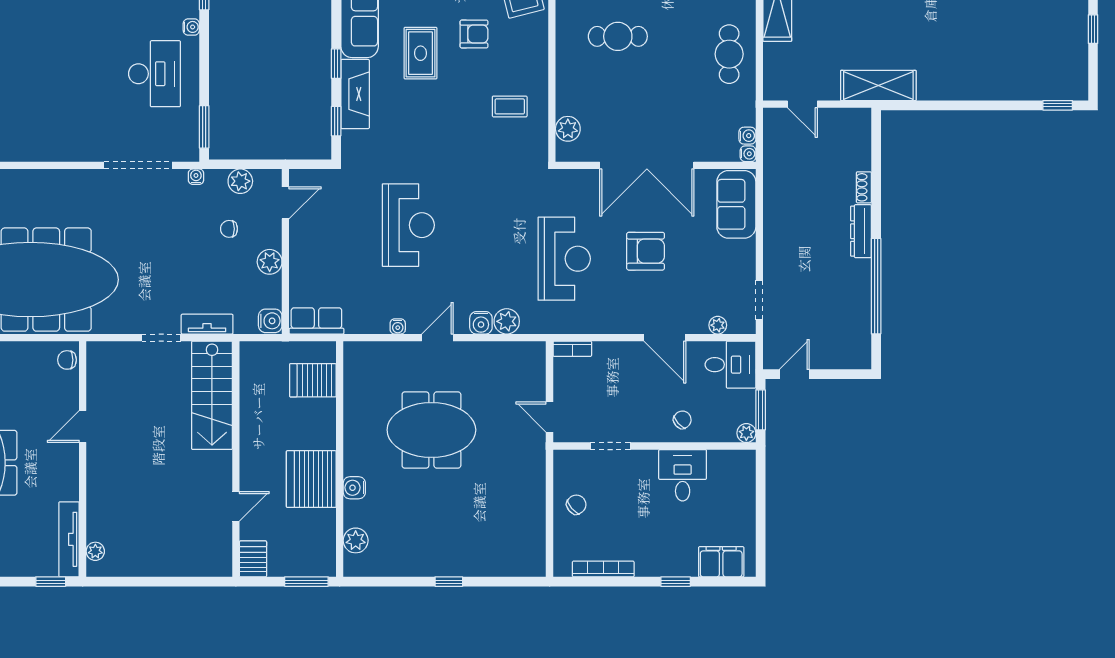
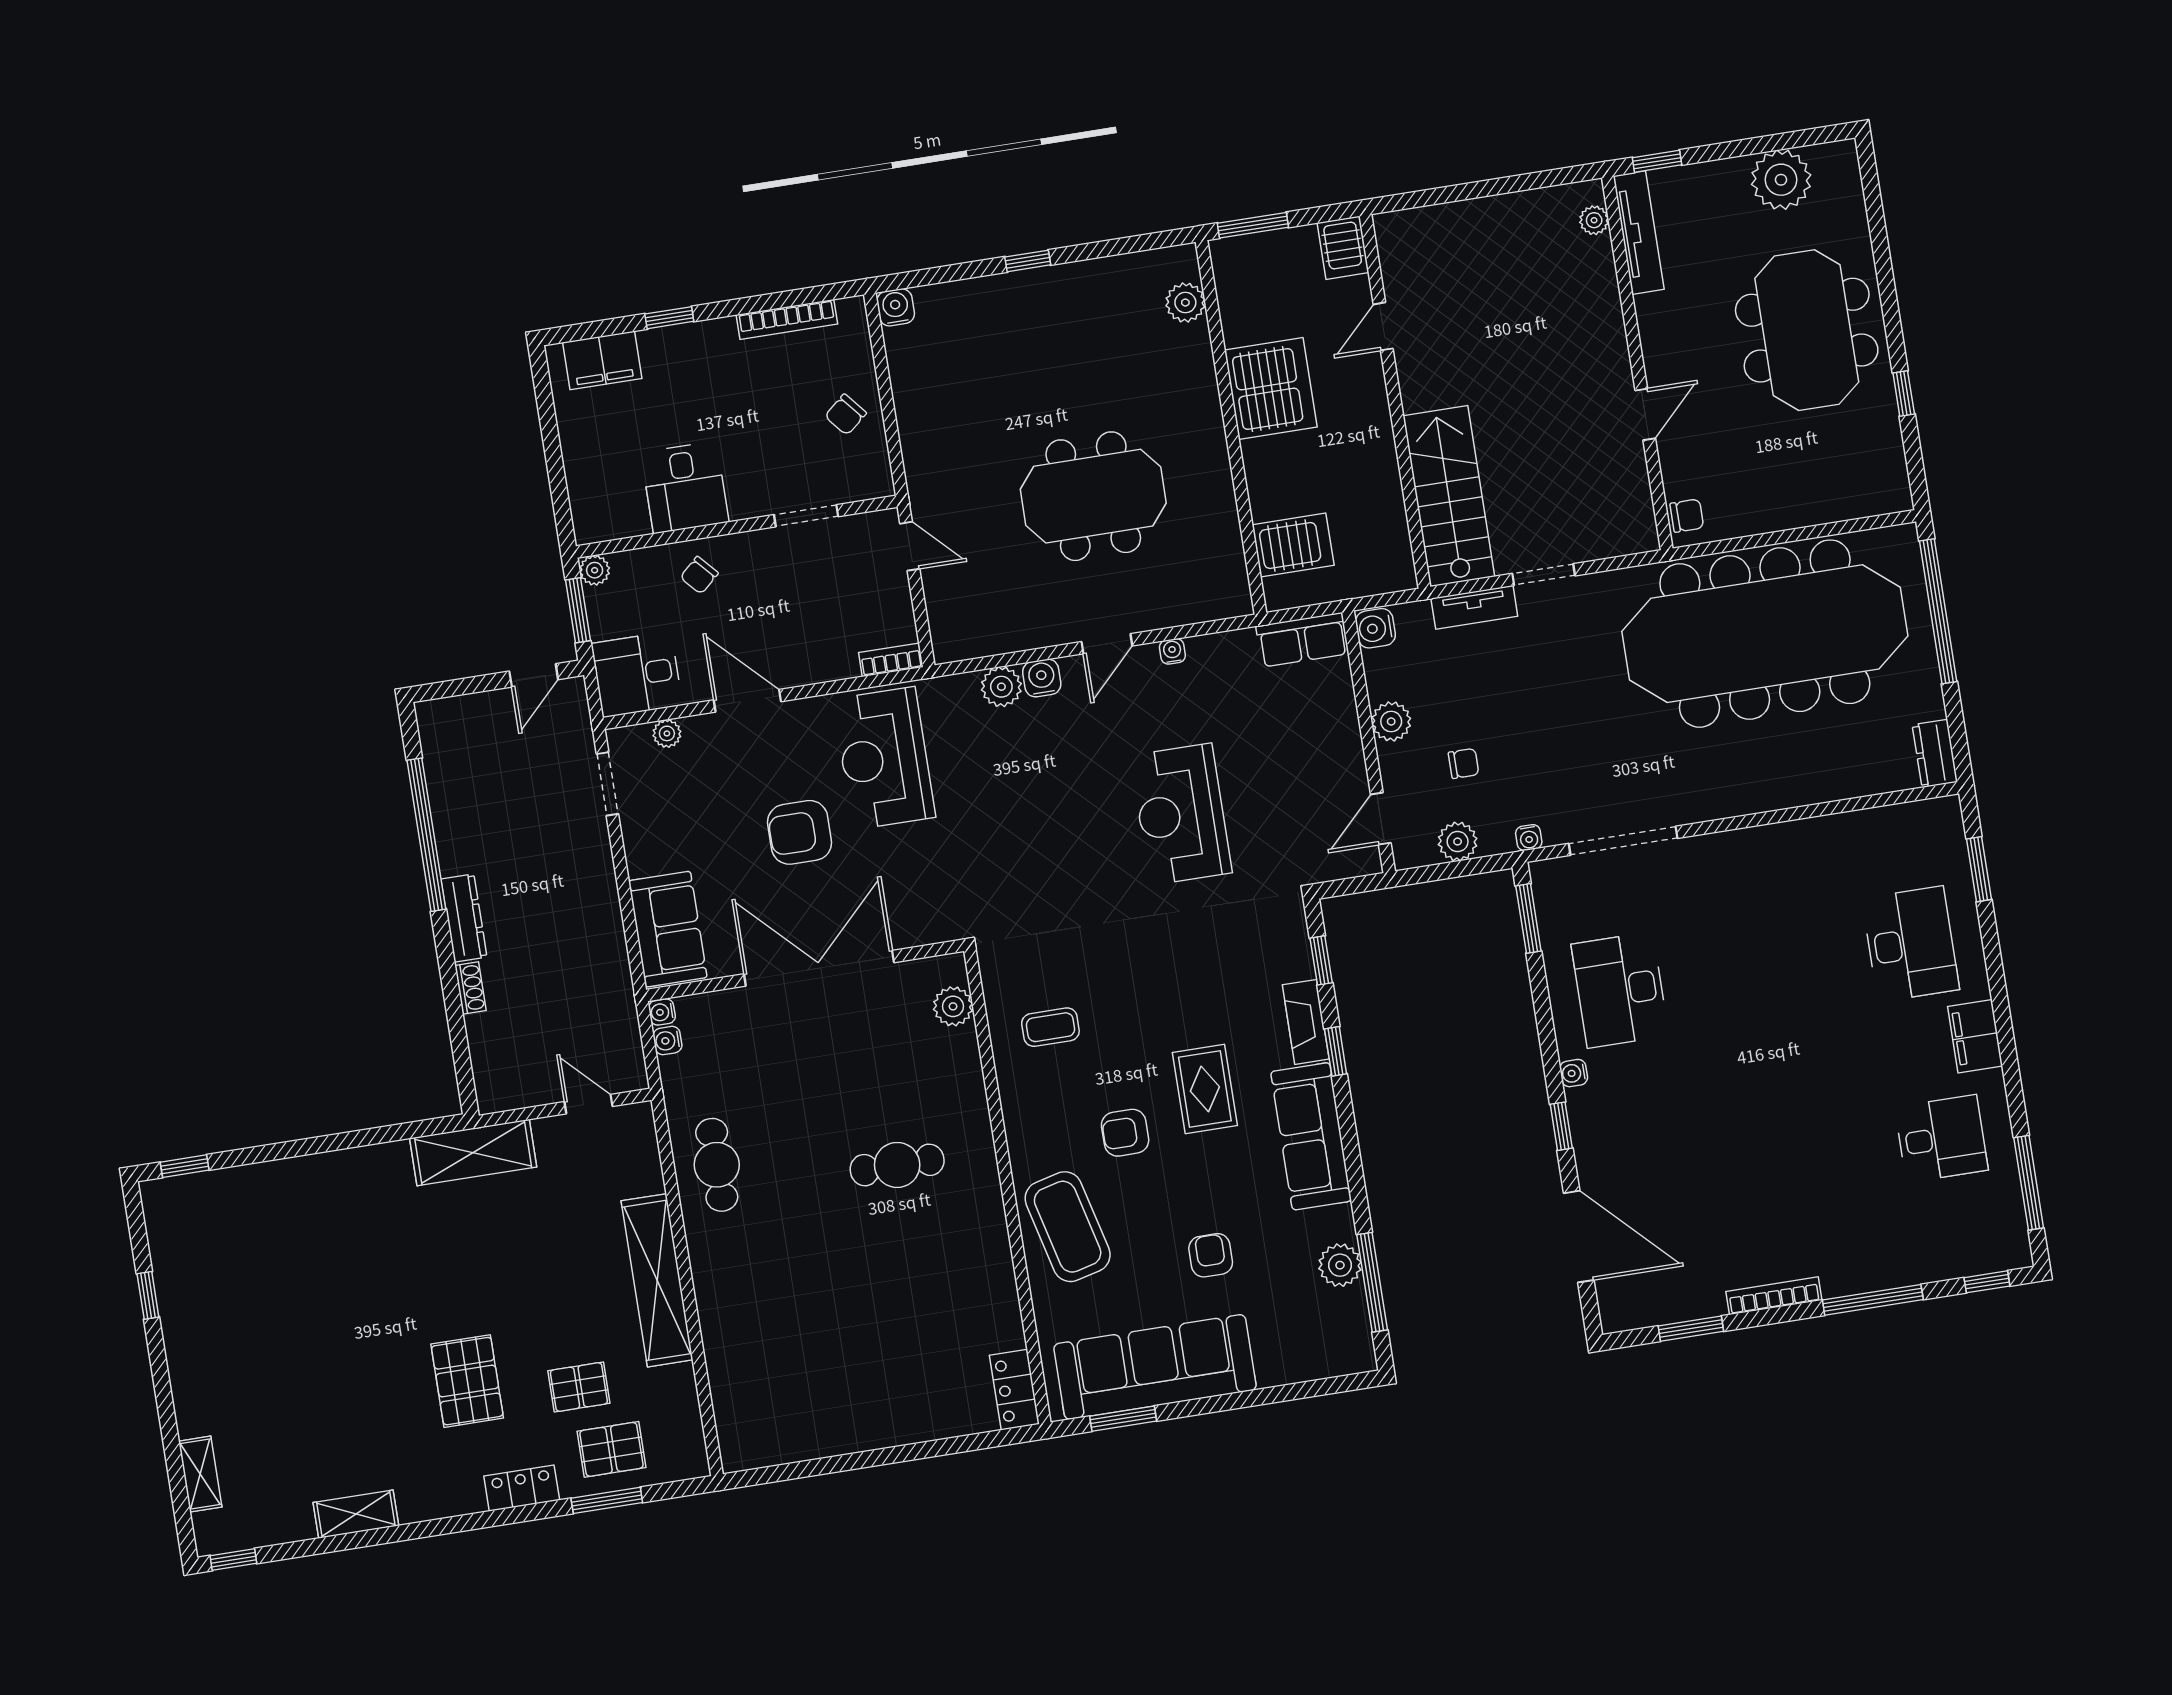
fireplace: (355, 94) -> (1306, 1022), width x0.73, depth x0.76
reception desk: (564, 259) -> (884, 758), moved
water cooler: (354, 488) -> (896, 307), moved, turned -90

